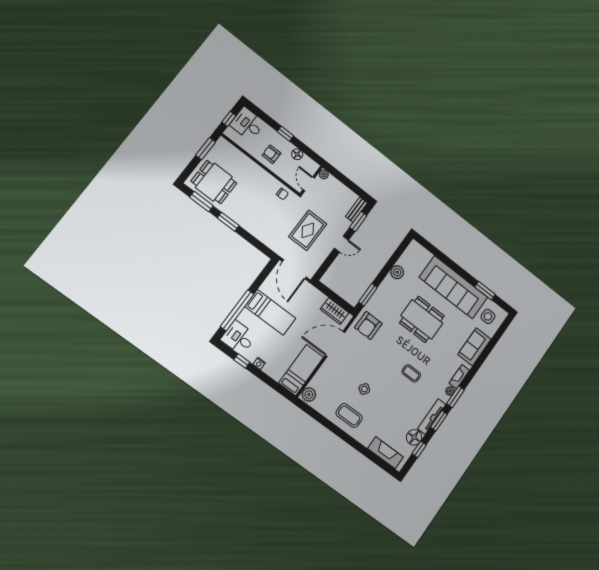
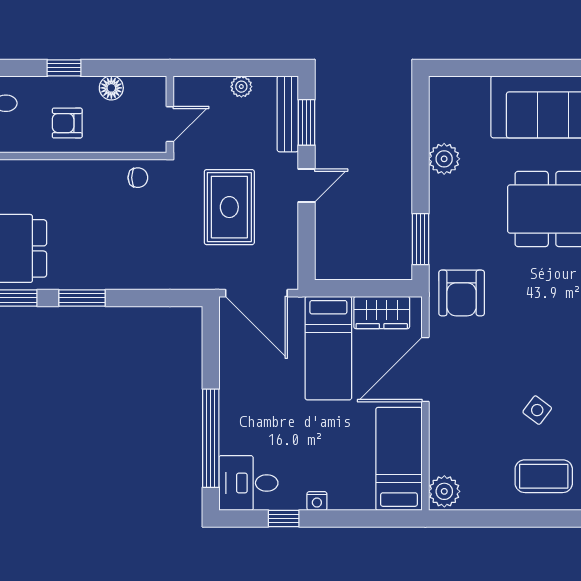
plant: (324, 174) -> (241, 87), moved
door: (309, 184) -> (170, 124), swing flipped
bench: (356, 210) -> (288, 114), width x1.36
bed: (270, 312) -> (328, 348), moved, turned 90

